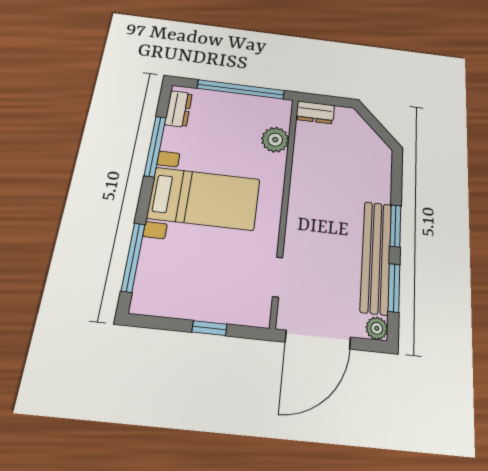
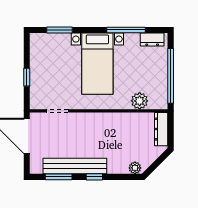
dresser: (315, 112) -> (161, 129), width x1.44
window: (395, 226) -> (94, 177), width x0.67
window: (133, 257) -> (60, 30), width x0.69
plant: (377, 328) -> (135, 168), moved

